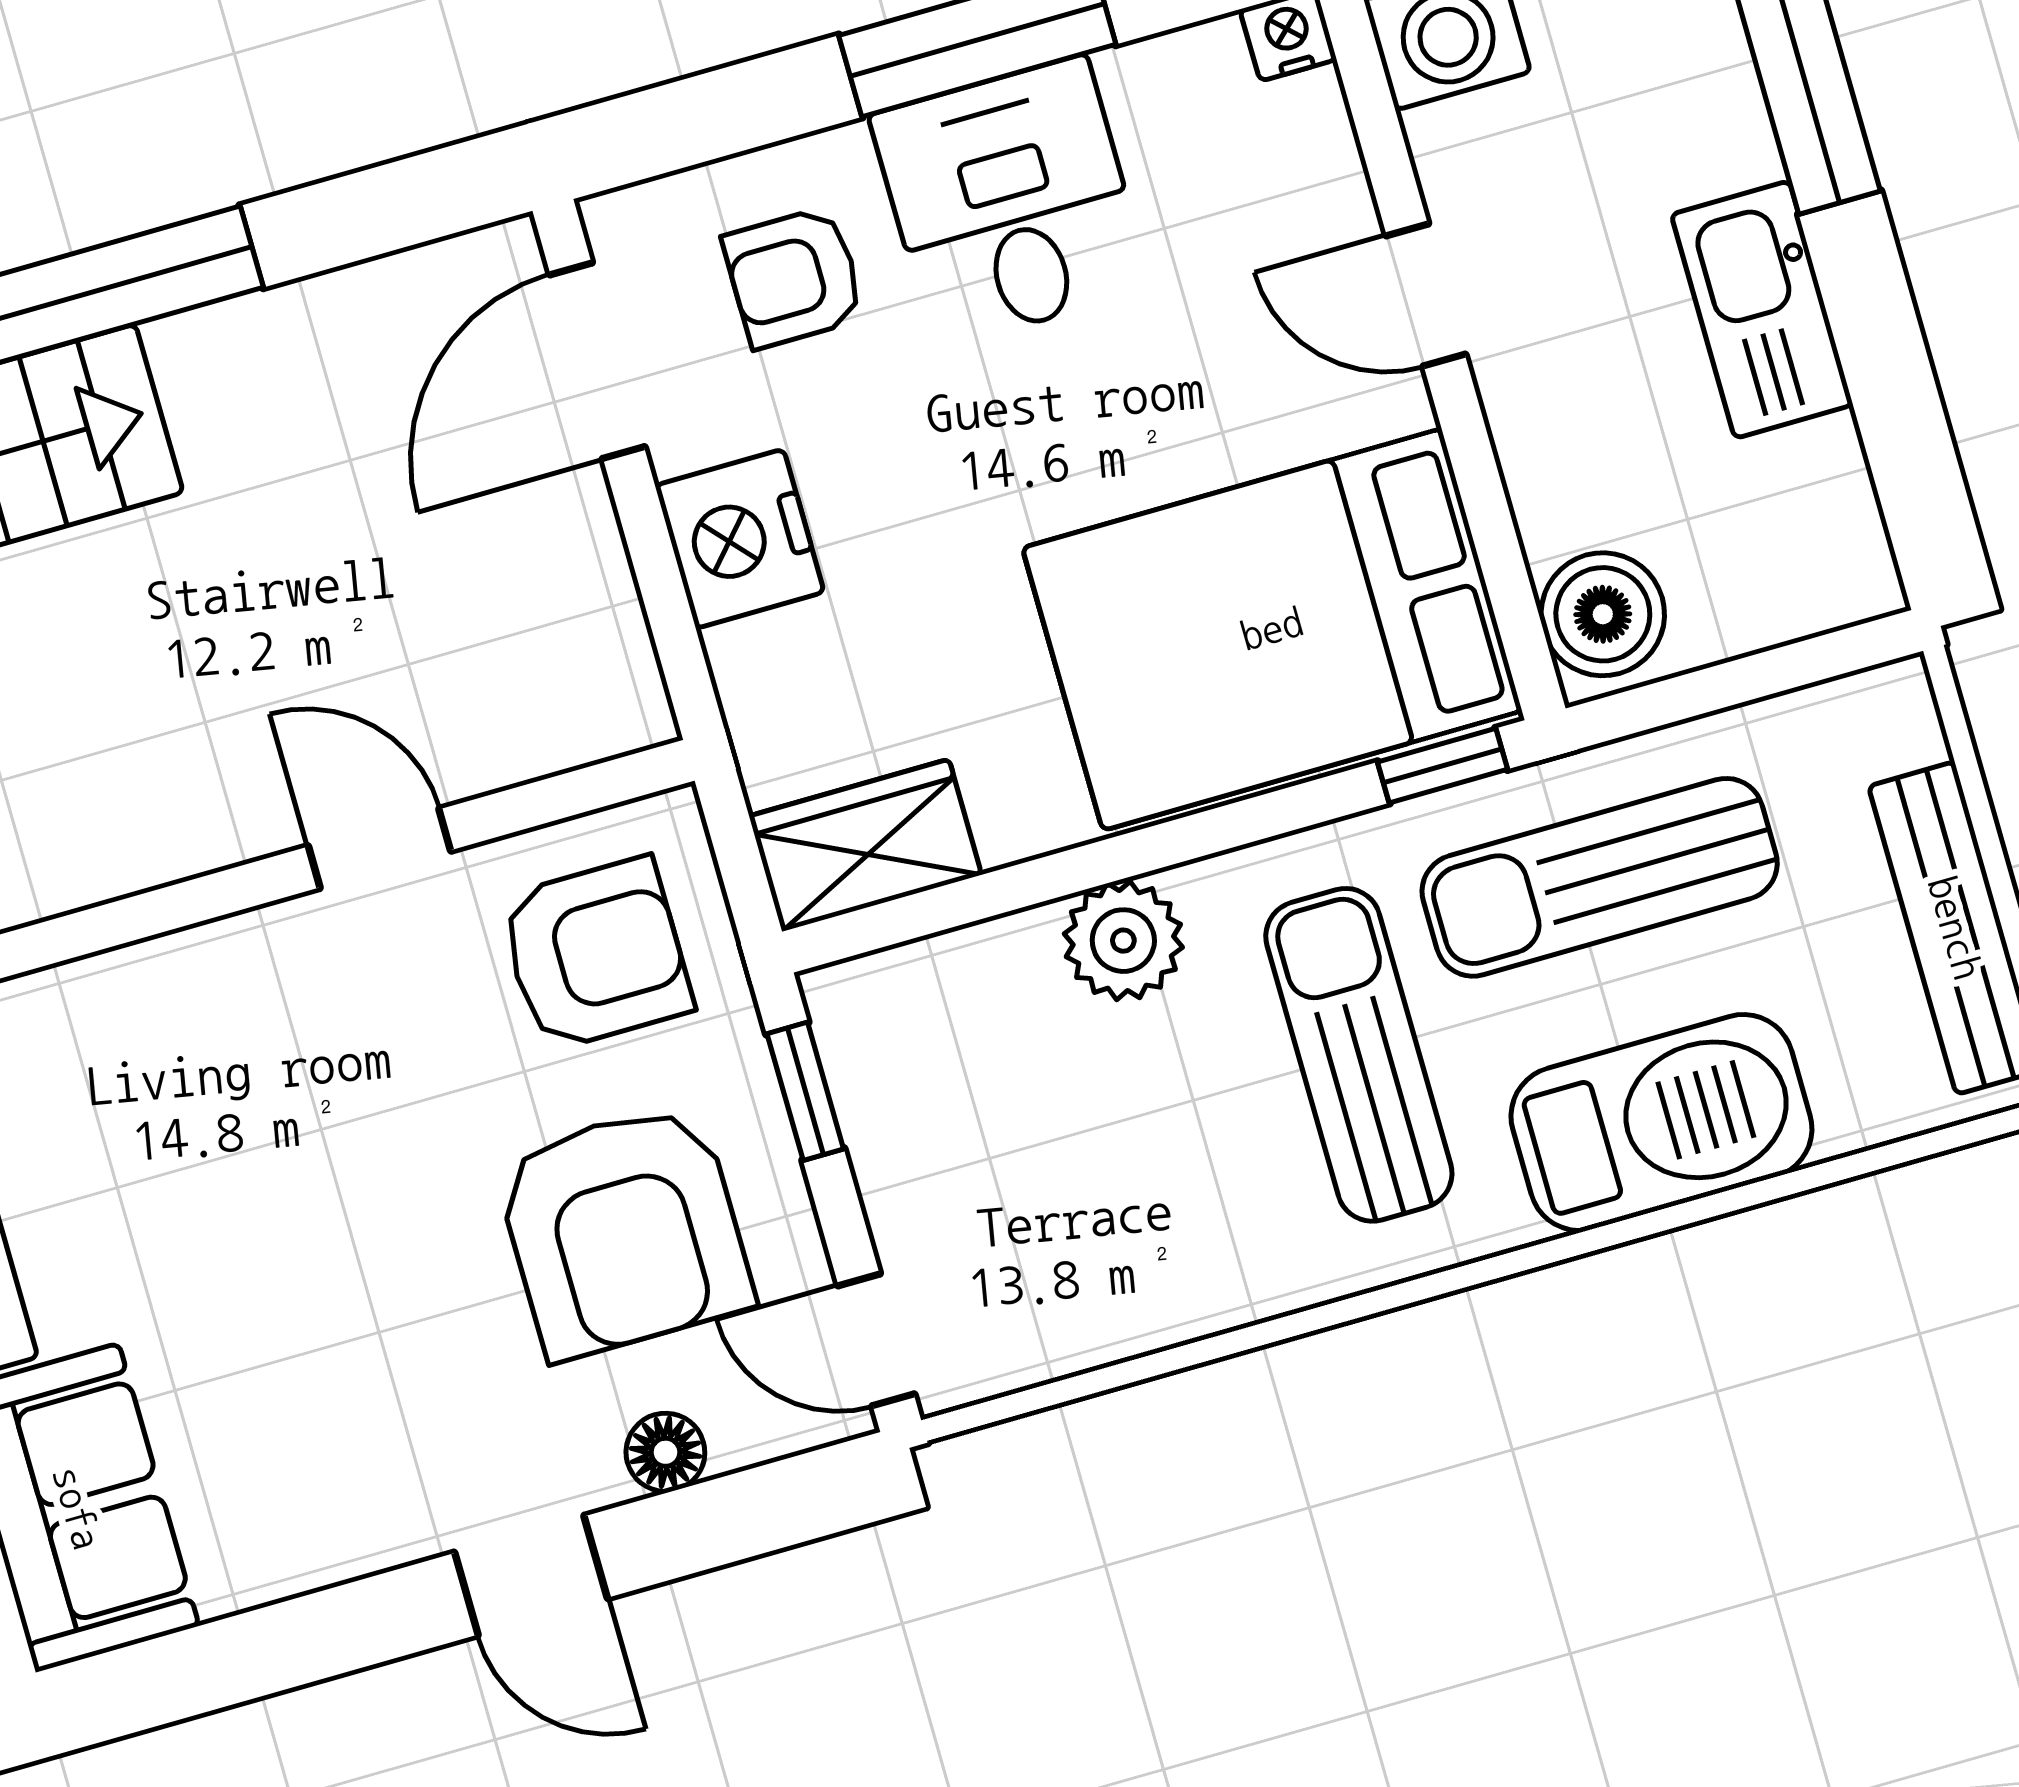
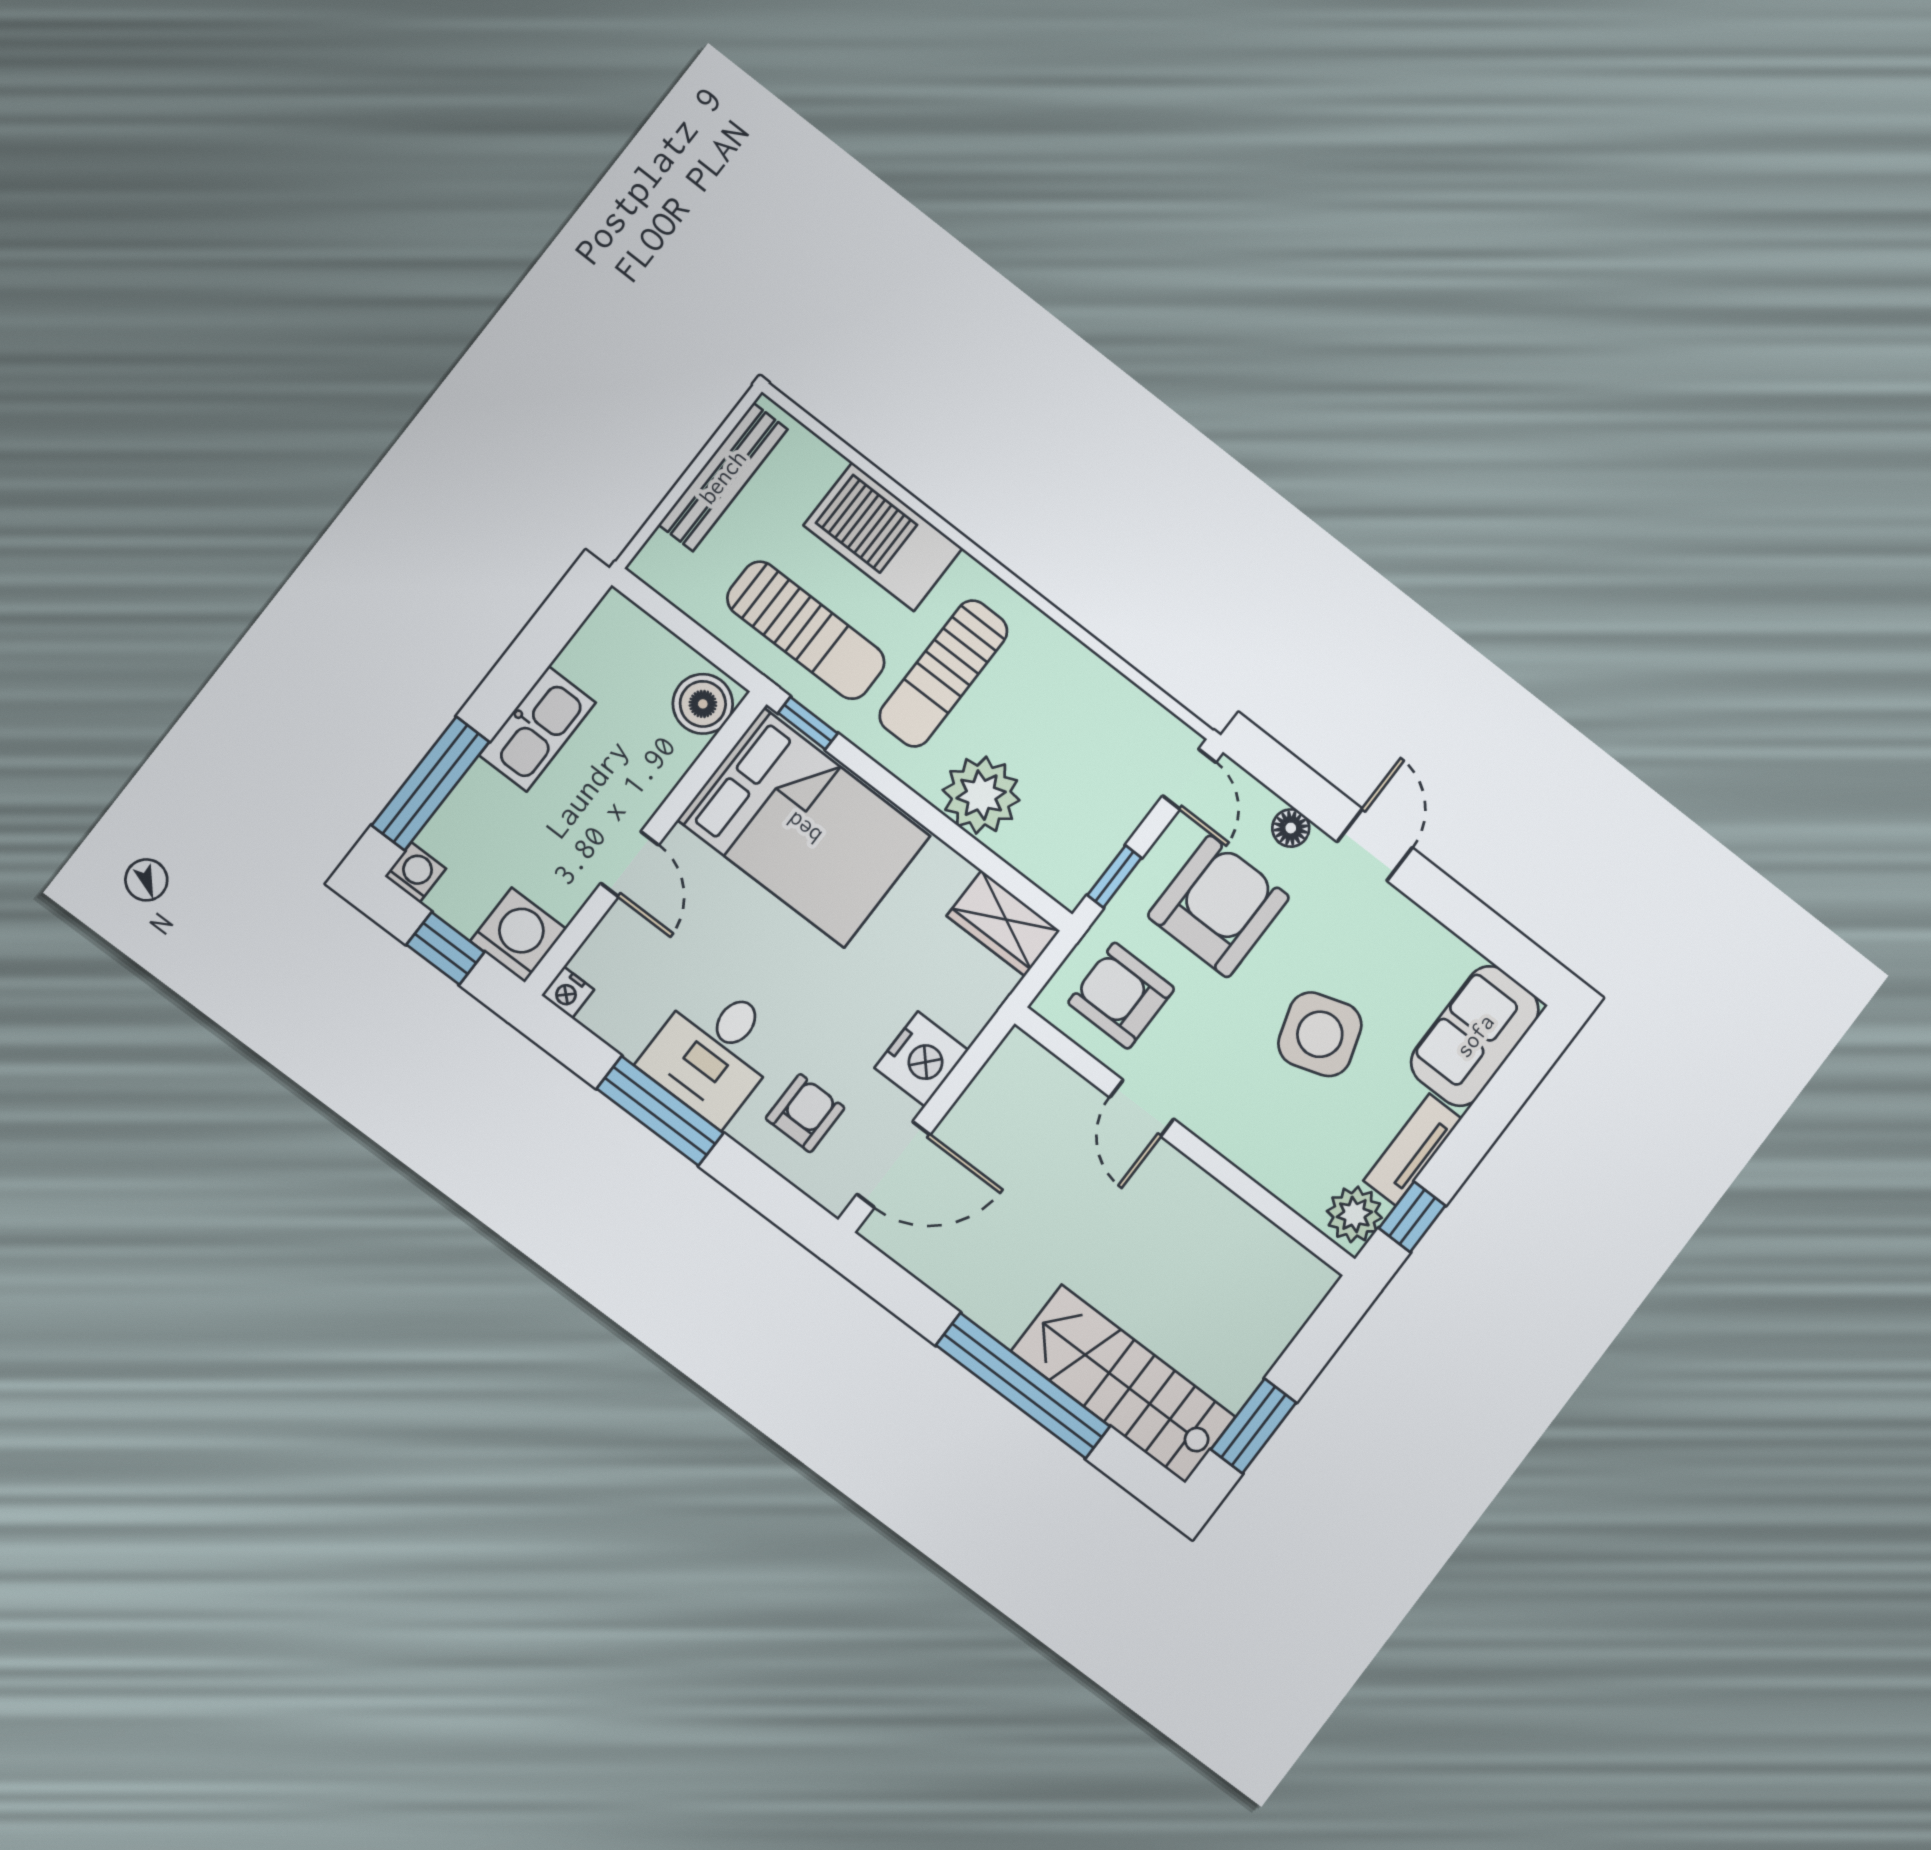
armchair: (794, 277) -> (805, 1113), turned -90
plant: (1123, 941) -> (981, 795), width x1.36, depth x1.36
side table: (278, 1244) -> (1320, 1034), added

